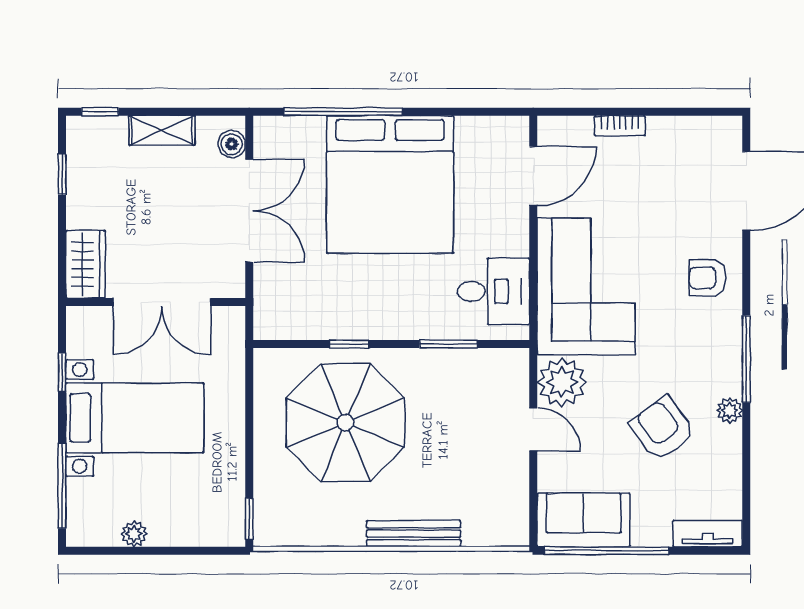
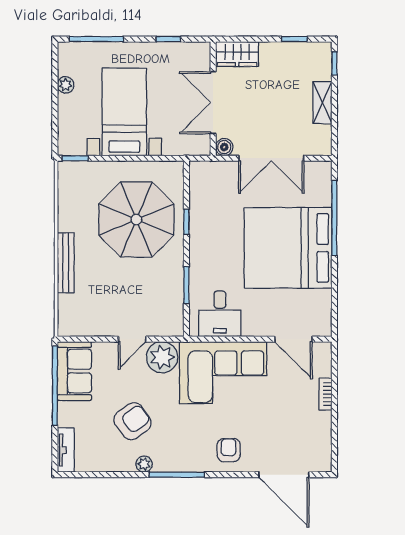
boiler: (232, 144) -> (224, 147), moved
bed with nightstands: (135, 418) -> (124, 112), moved, turned 180

